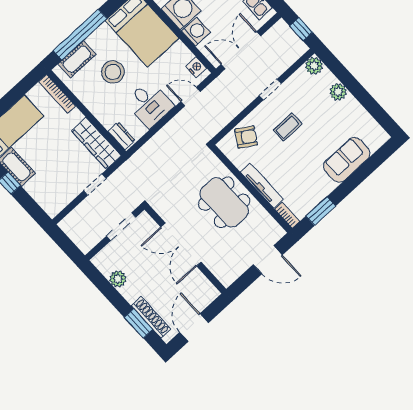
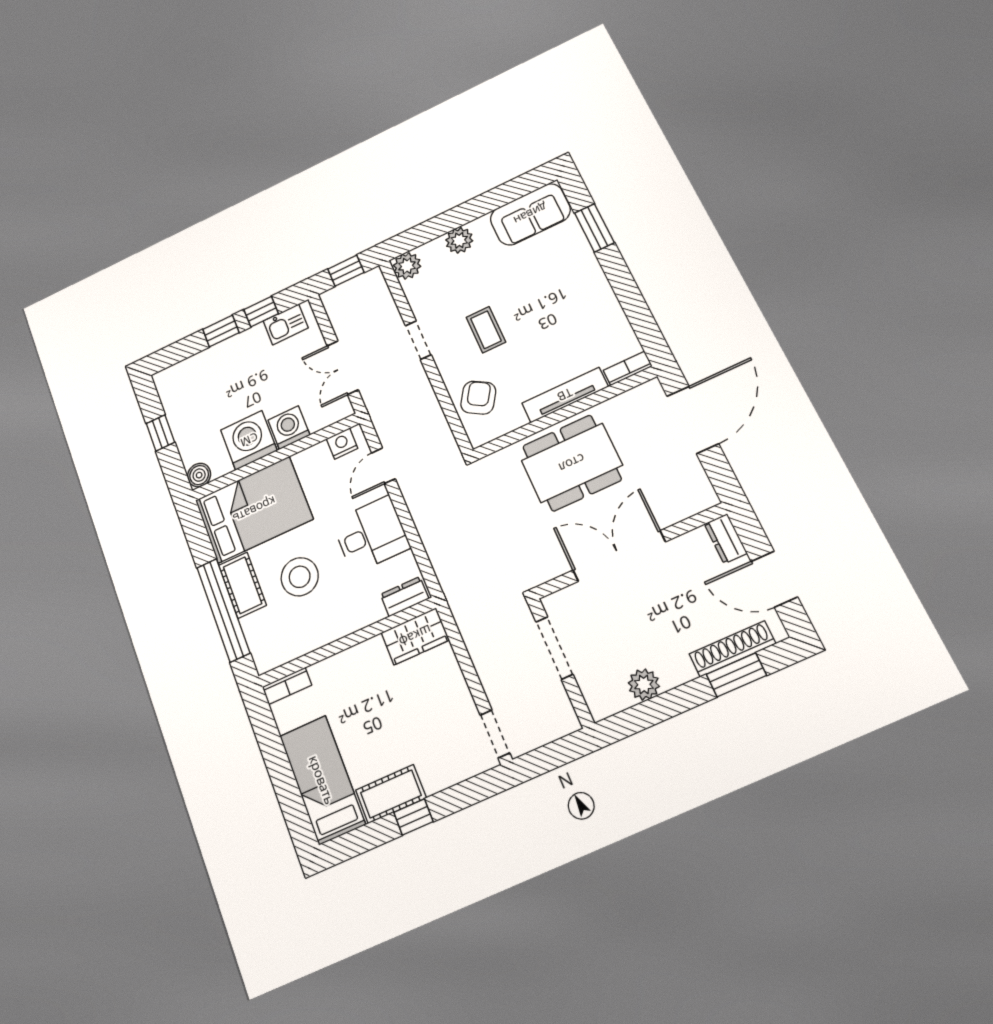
double door: (241, 50) -> (343, 368), width x0.73
cot: (77, 59) -> (242, 585), moved
bookcase: (57, 94) -> (287, 686), width x0.64
wardrobe: (96, 143) -> (415, 636), width x0.67
sofa: (347, 160) -> (530, 214), moved, turned -90
doorway: (95, 185) -> (495, 734), moved
window: (321, 211) -> (594, 228), moved
double door: (181, 245) -> (619, 556), swing flipped
door: (268, 260) -> (693, 420), width x1.36
dresser: (208, 297) -> (726, 539), added

